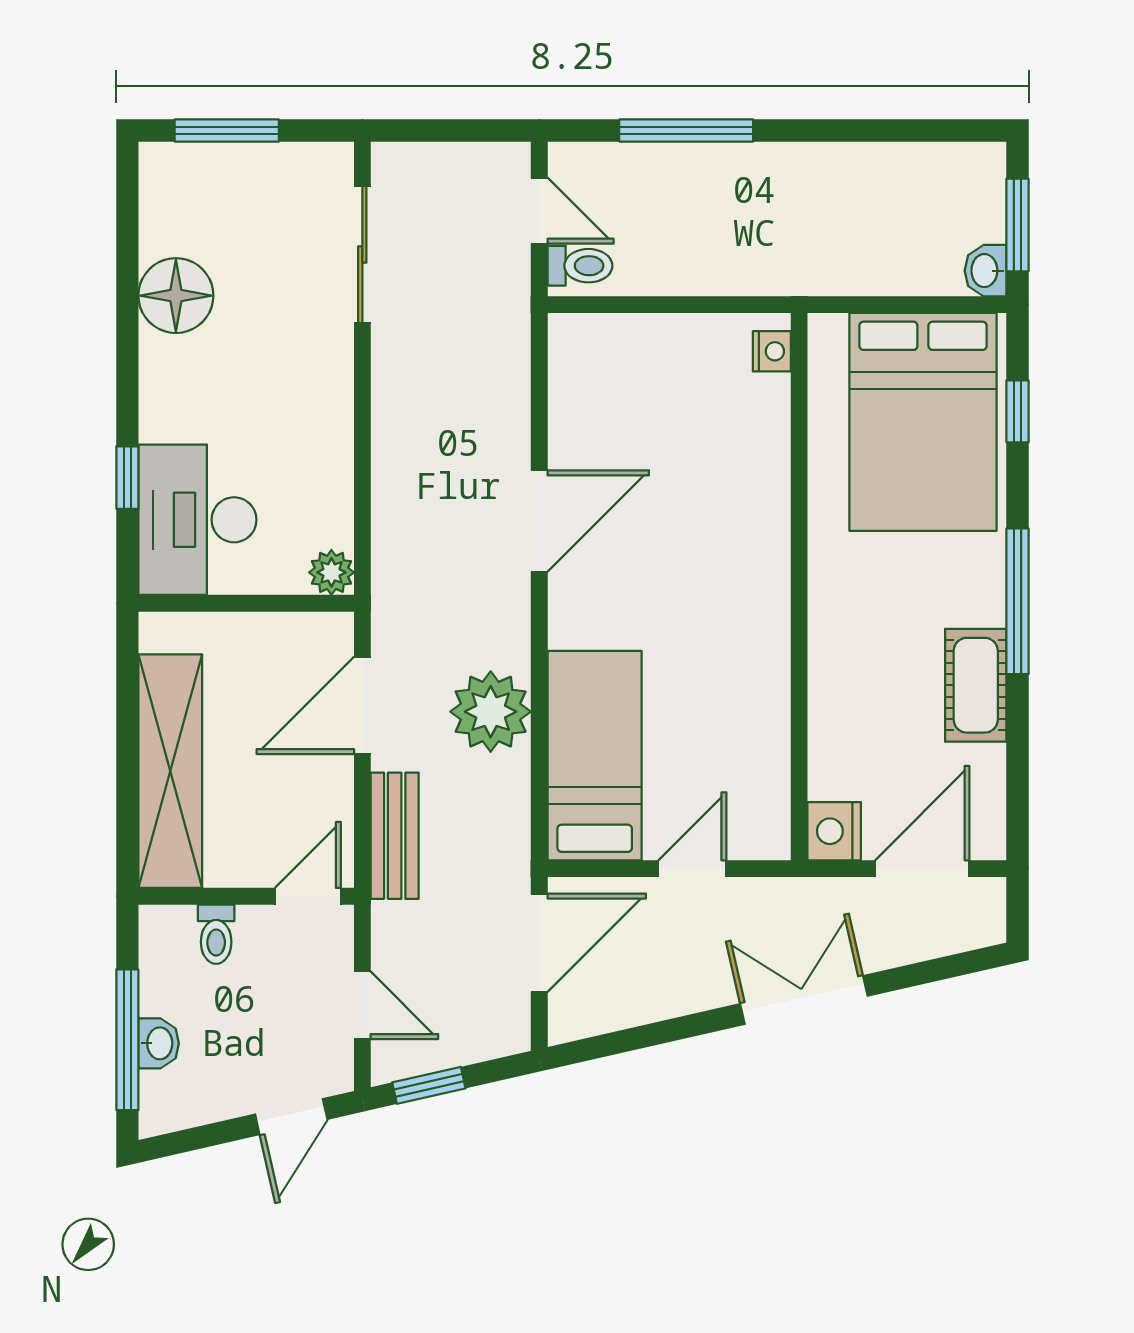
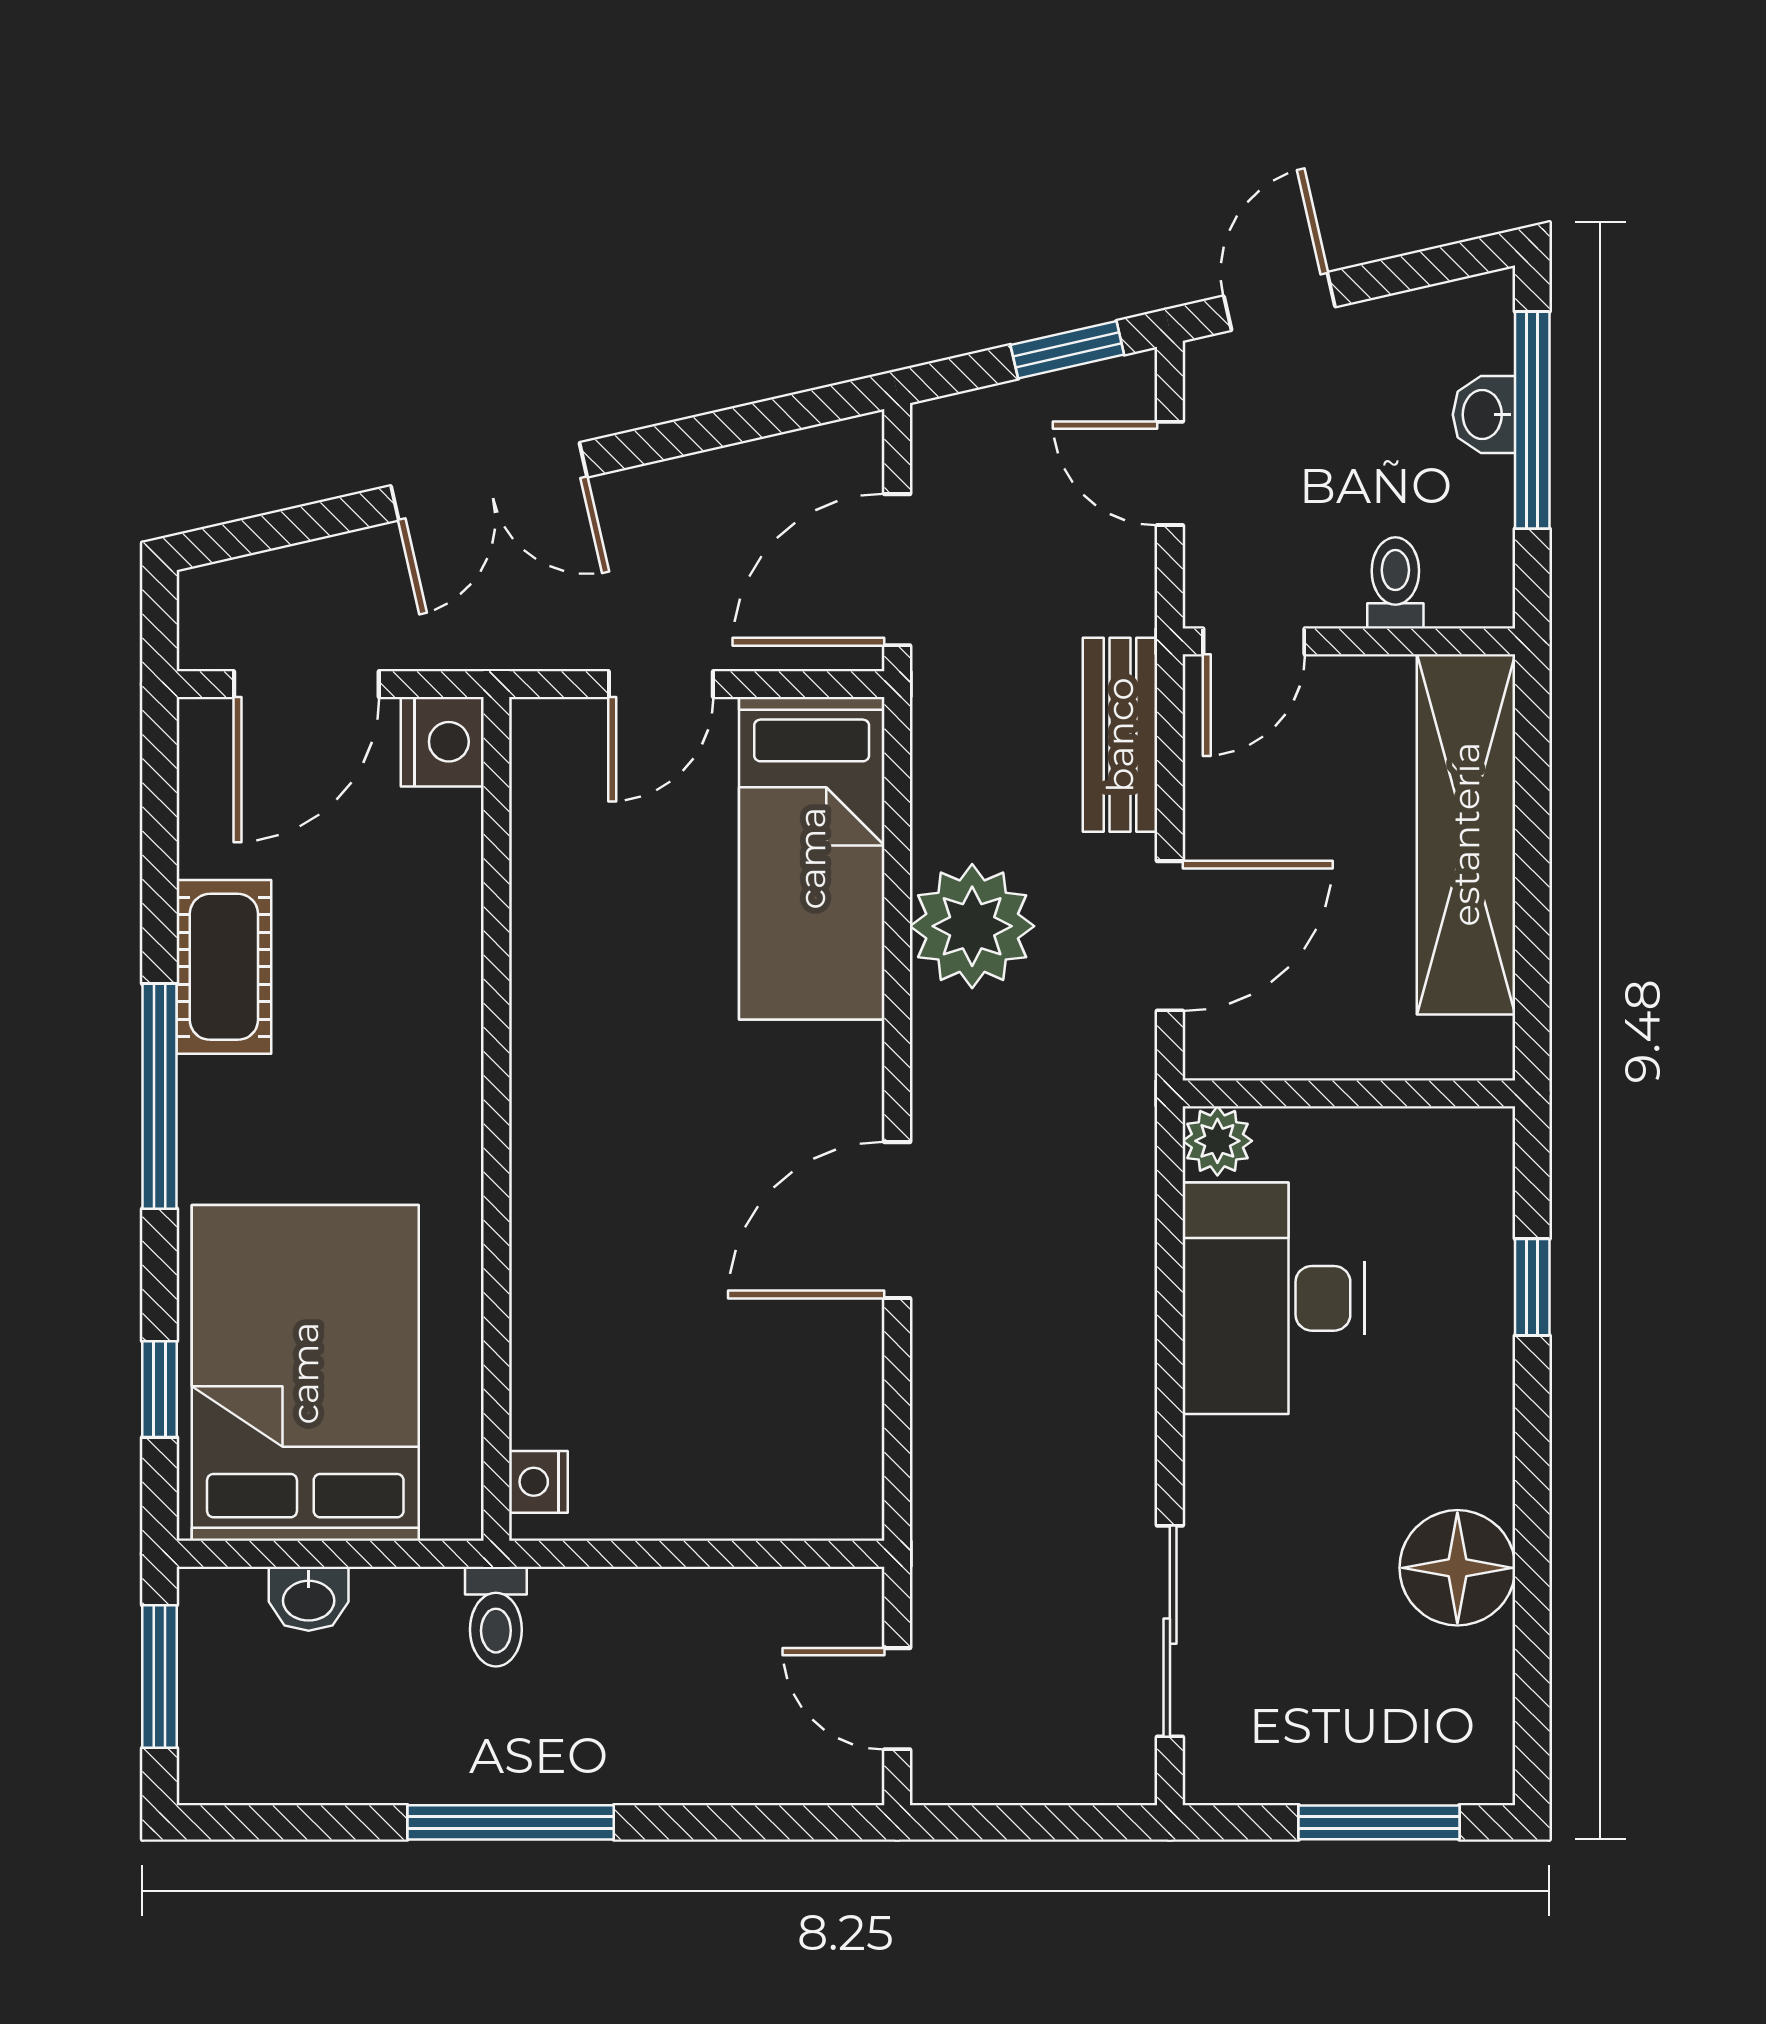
window: (686, 130) -> (511, 1822), moved
toilet: (580, 266) -> (496, 1617), moved, turned -90
washbasin: (986, 271) -> (309, 1599), moved, turned 90
desk: (197, 520) -> (1274, 1298), moved, turned 180

